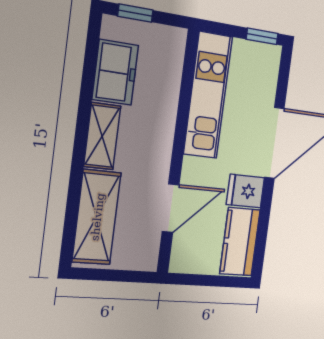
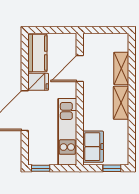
freezer: (115, 72) -> (93, 147), moved, turned 180
shelving: (97, 217) -> (121, 68), width x0.67, depth x0.75

